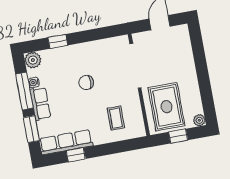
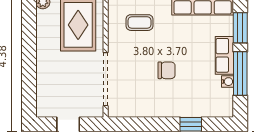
plant: (33, 60) -> (224, 108), removed
coffee table: (116, 118) -> (139, 23), turned 90

